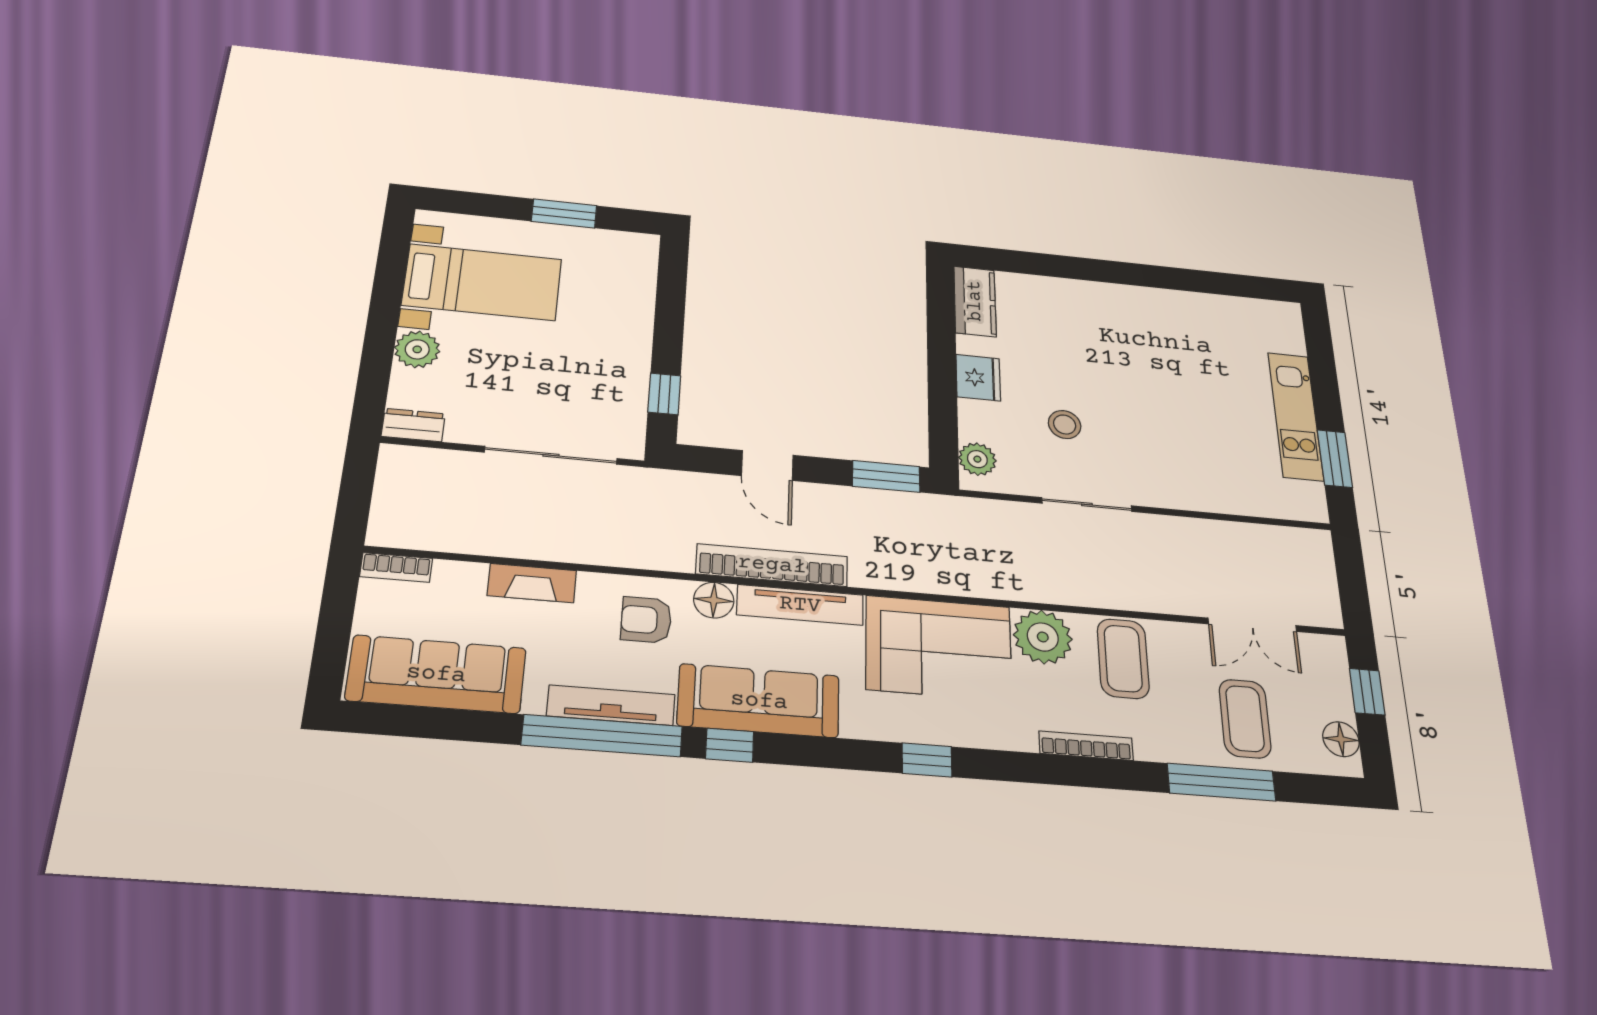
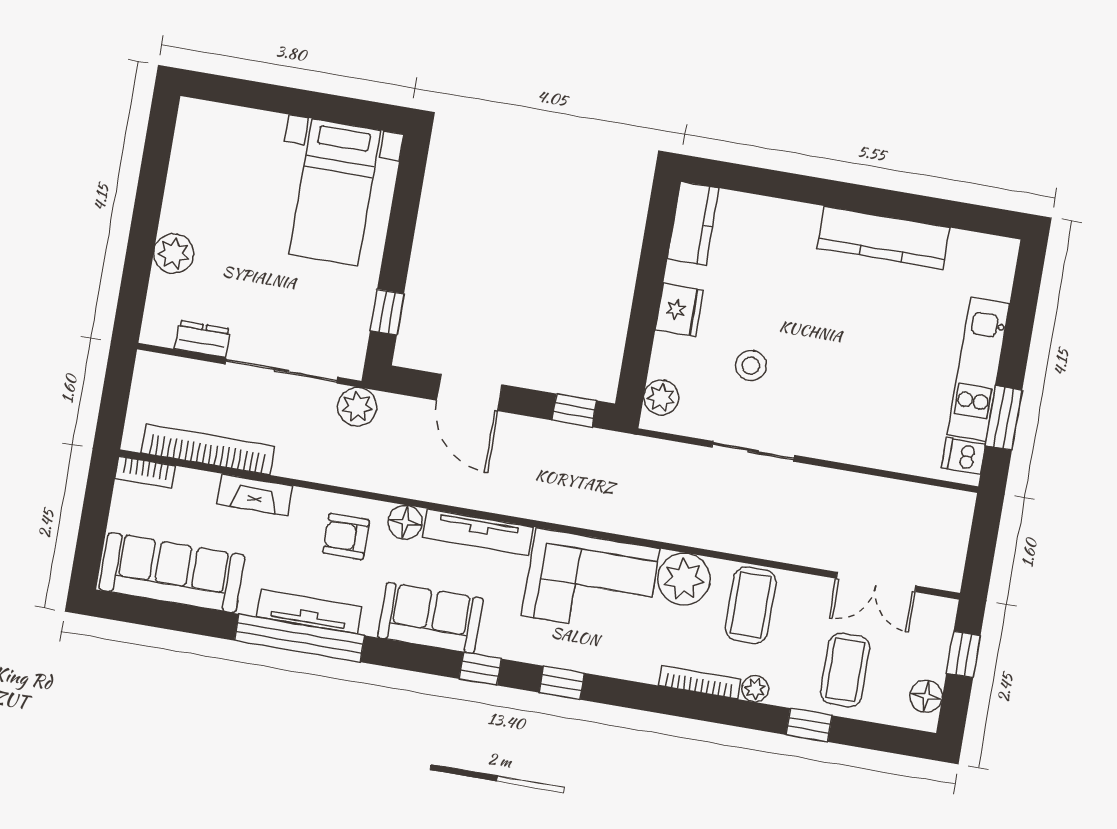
window: (564, 213) -> (316, 106), removed
bed with nightstands: (482, 282) -> (335, 192), moved, turned 90
kitchen counter: (1168, 306) -> (883, 238), added
dresser: (413, 425) -> (202, 339), moved
door: (767, 465) -> (469, 392), width x1.37
window: (886, 476) -> (574, 410), width x0.67
plant: (643, 486) -> (357, 407), added
dishwasher: (1306, 496) -> (963, 456), added
bookcase: (772, 565) -> (208, 449), moved
sofa: (759, 701) -> (430, 618), width x0.73
window: (730, 745) -> (480, 669), moved
plant: (1151, 747) -> (755, 689), added
window: (1221, 782) -> (809, 725), width x0.46

